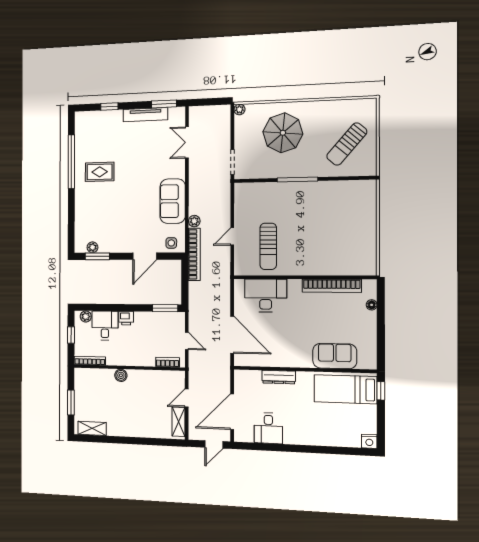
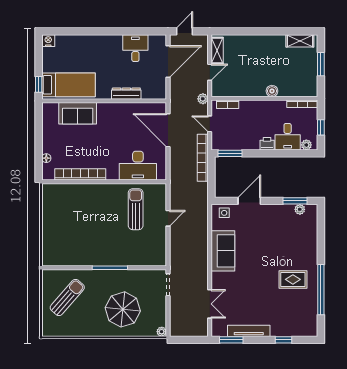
plant: (194, 221) -> (203, 99), moved
bookcase: (194, 254) -> (203, 158), moved

